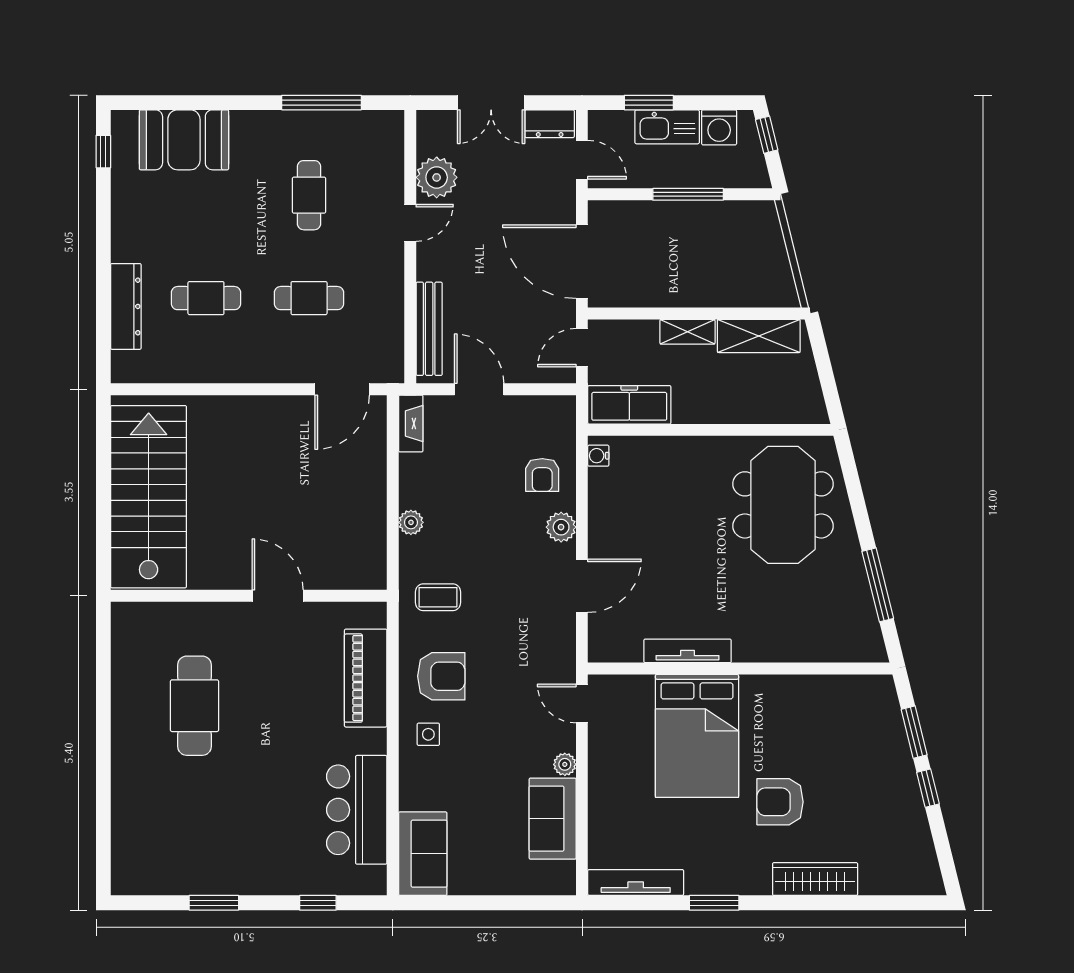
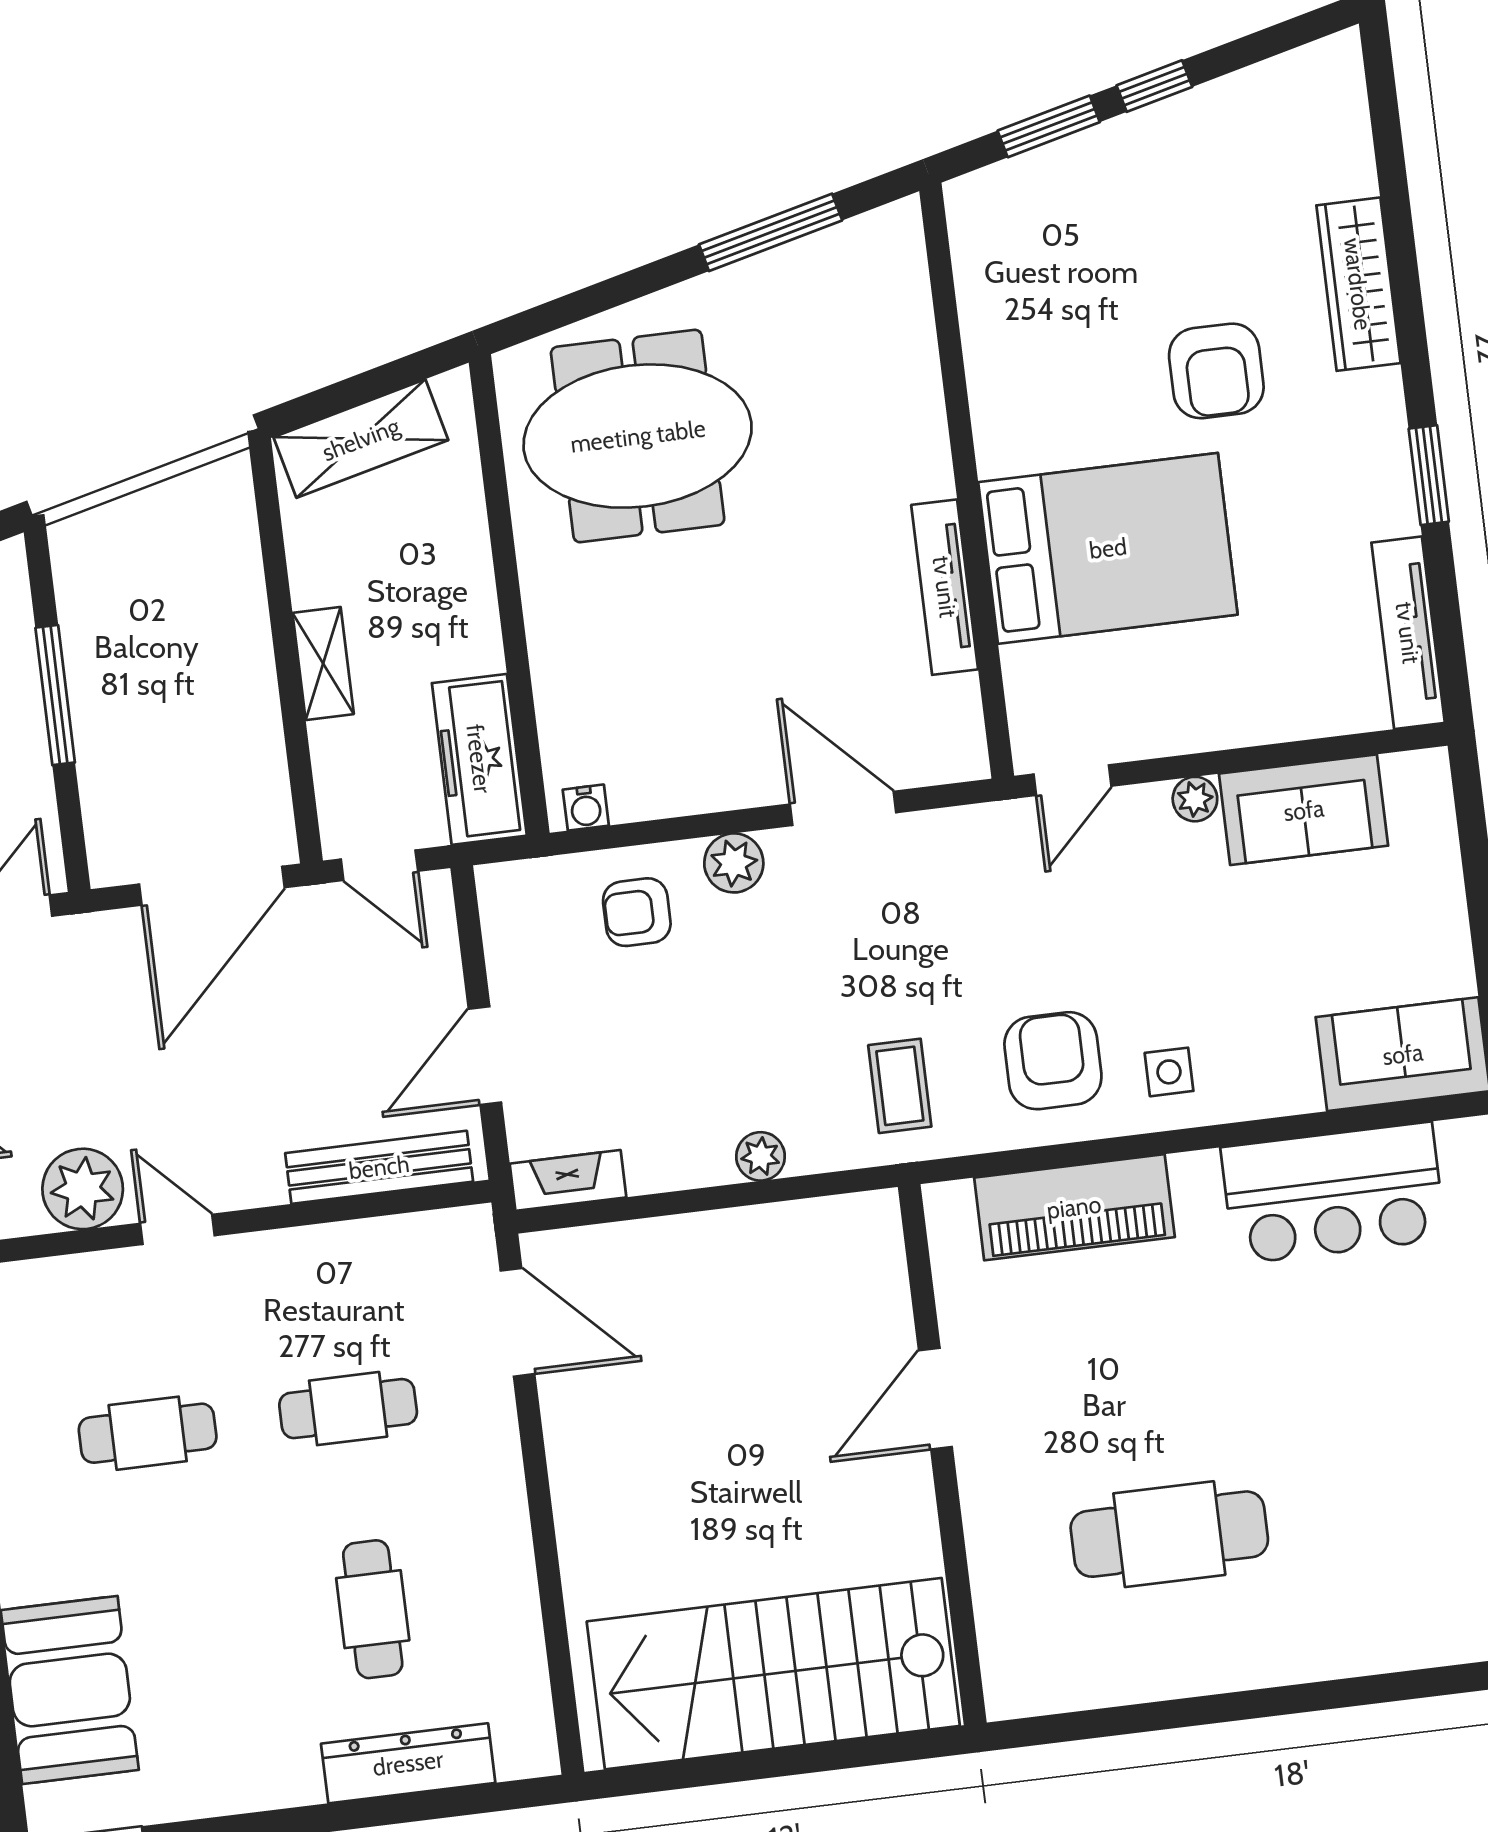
cafe table: (309, 298) -> (348, 1409), turned 90
shelving: (759, 336) -> (361, 439), moved, turned 76
armchair: (542, 475) -> (637, 912), turned 180

